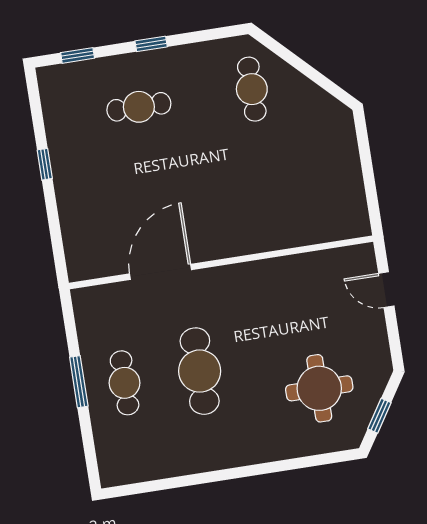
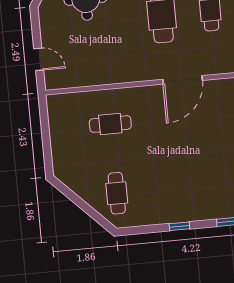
cafe table: (139, 107) -> (110, 124), moved

